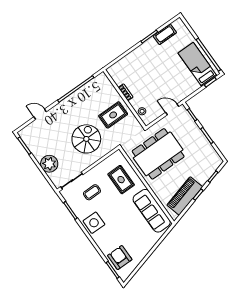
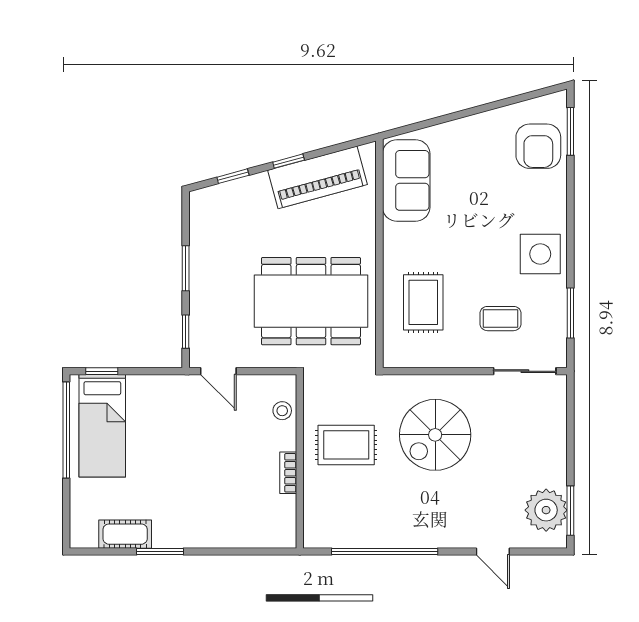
plant: (49, 164) -> (546, 510), moved
sofa: (152, 211) -> (406, 180), width x0.73

